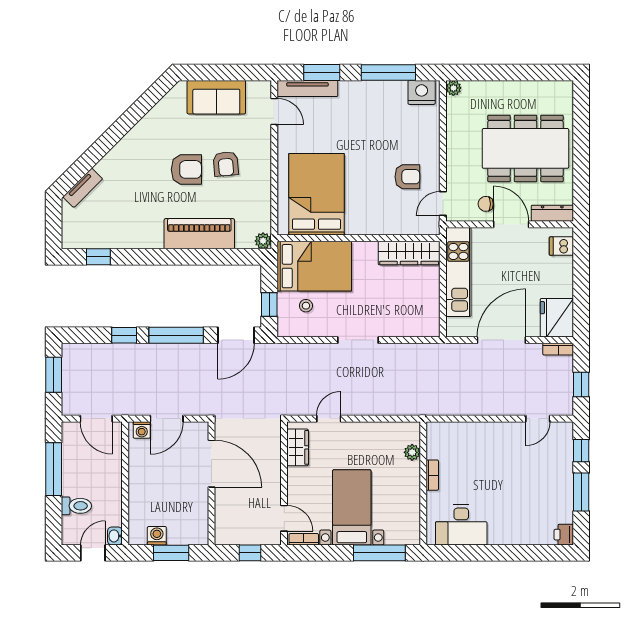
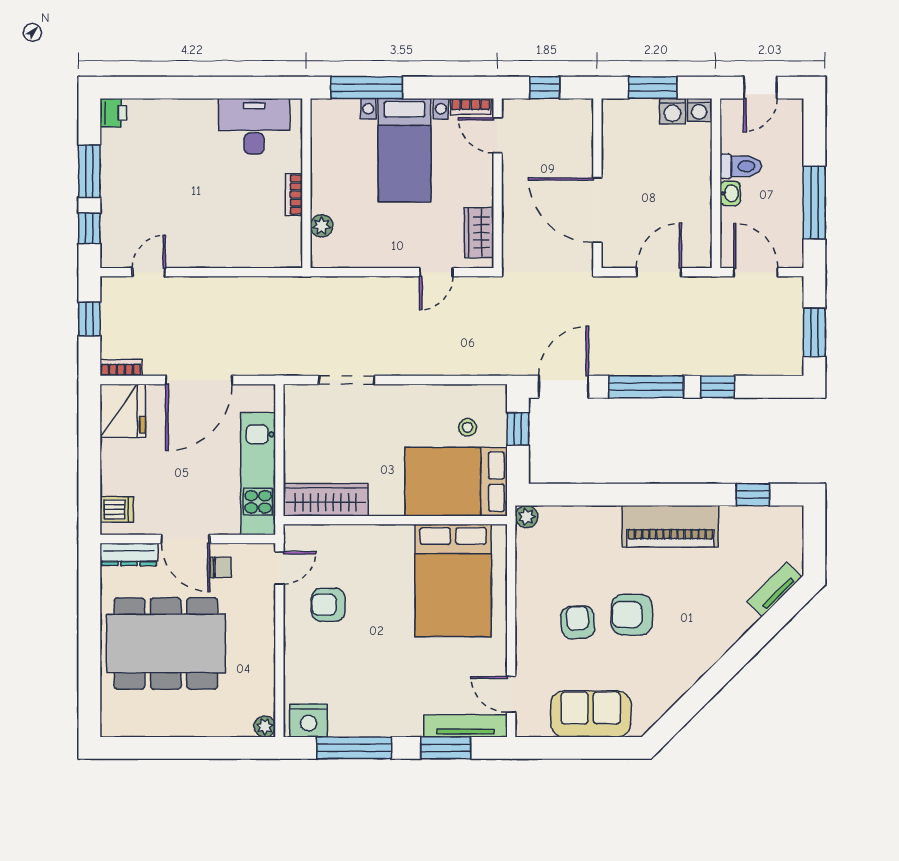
piano: (199, 234) -> (670, 526), moved
doorway: (358, 340) -> (347, 380), moved
washing machine: (142, 430) -> (699, 110), moved, turned 180
toilet: (76, 506) -> (741, 166), moved, turned 180
washbasin: (115, 536) -> (730, 193), moved

